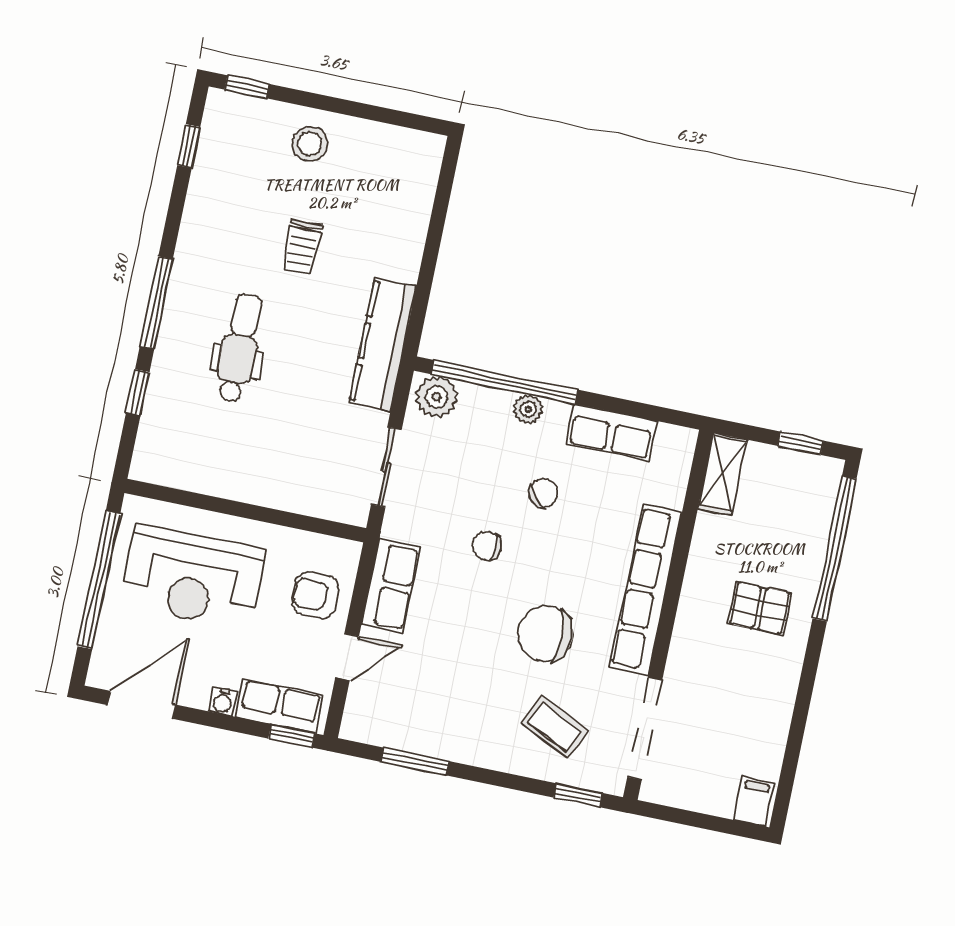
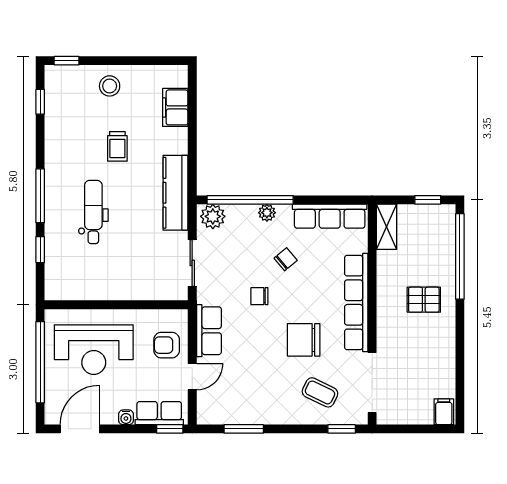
filing cabinet: (412, 202) -> (175, 107), added
row of seats: (611, 432) -> (330, 216), width x1.48

